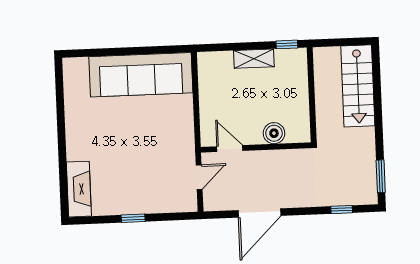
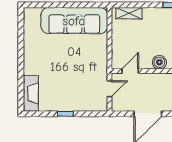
shelving: (254, 59) -> (129, 13), moved
door: (230, 149) -> (130, 71), hinge flipped

